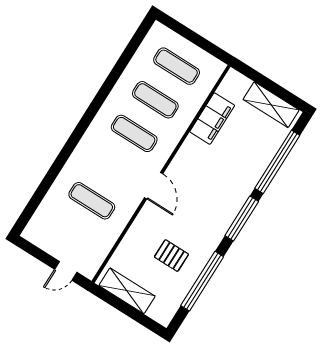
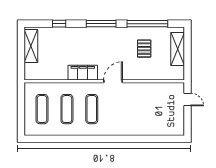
filing cabinet: (212, 119) -> (83, 73), moved
window: (277, 162) -> (59, 24), width x0.32
exercise mat: (92, 201) -> (142, 109), removed
shelving: (127, 291) -> (178, 49), moved

